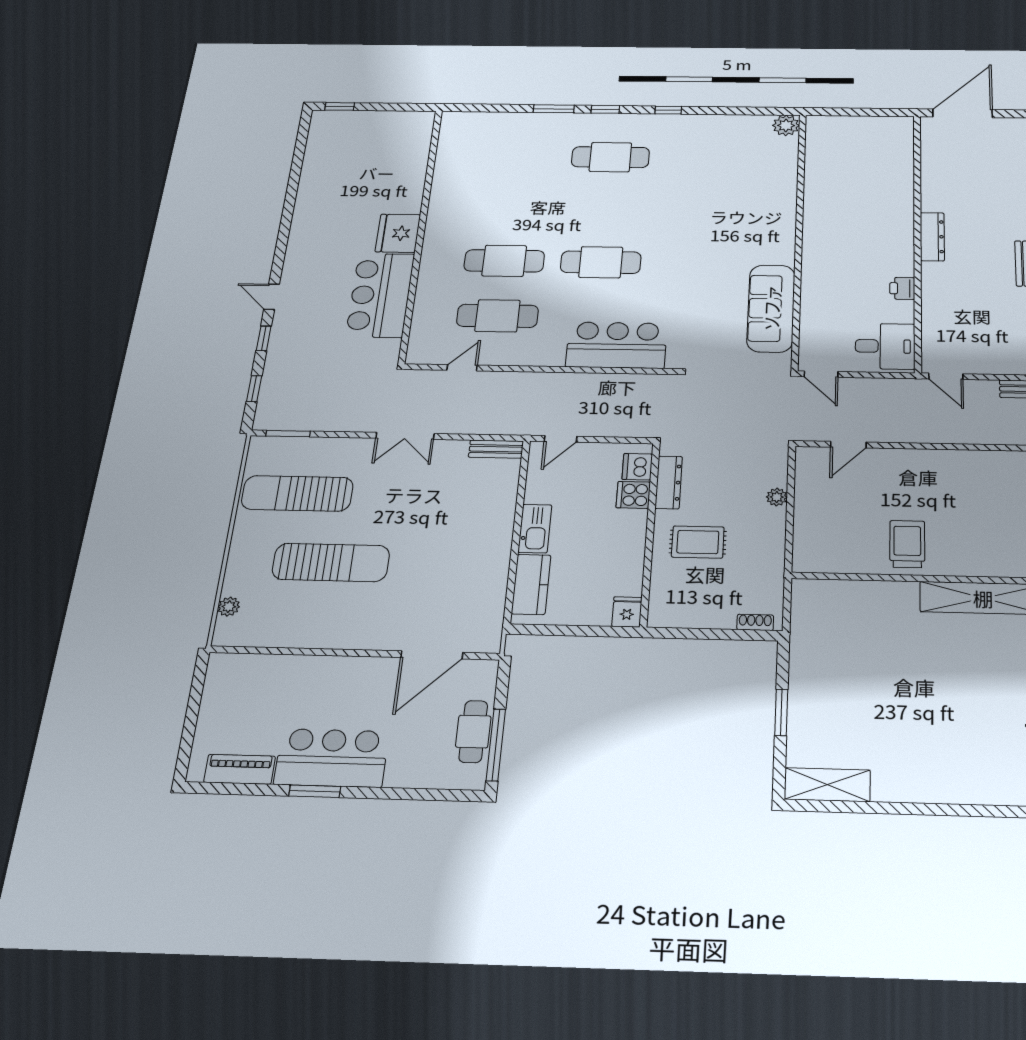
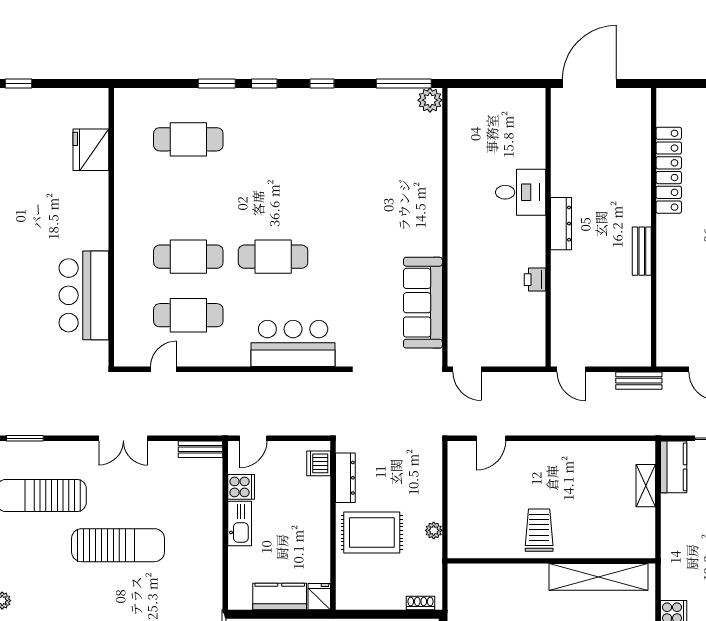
window: (758, 111) -> (404, 83), added
cafe table: (610, 157) -> (188, 139), moved
fridge: (398, 233) -> (91, 150), moved
desk: (885, 346) -> (521, 192), moved
cooker: (633, 495) -> (241, 487), moved, turned 180
plant: (777, 497) -> (434, 530), moved
rug: (698, 542) -> (372, 533), width x1.36, depth x1.43
sun lounger: (331, 562) -> (118, 545), moved
kitchen counter: (531, 584) -> (280, 597), moved, turned -90

